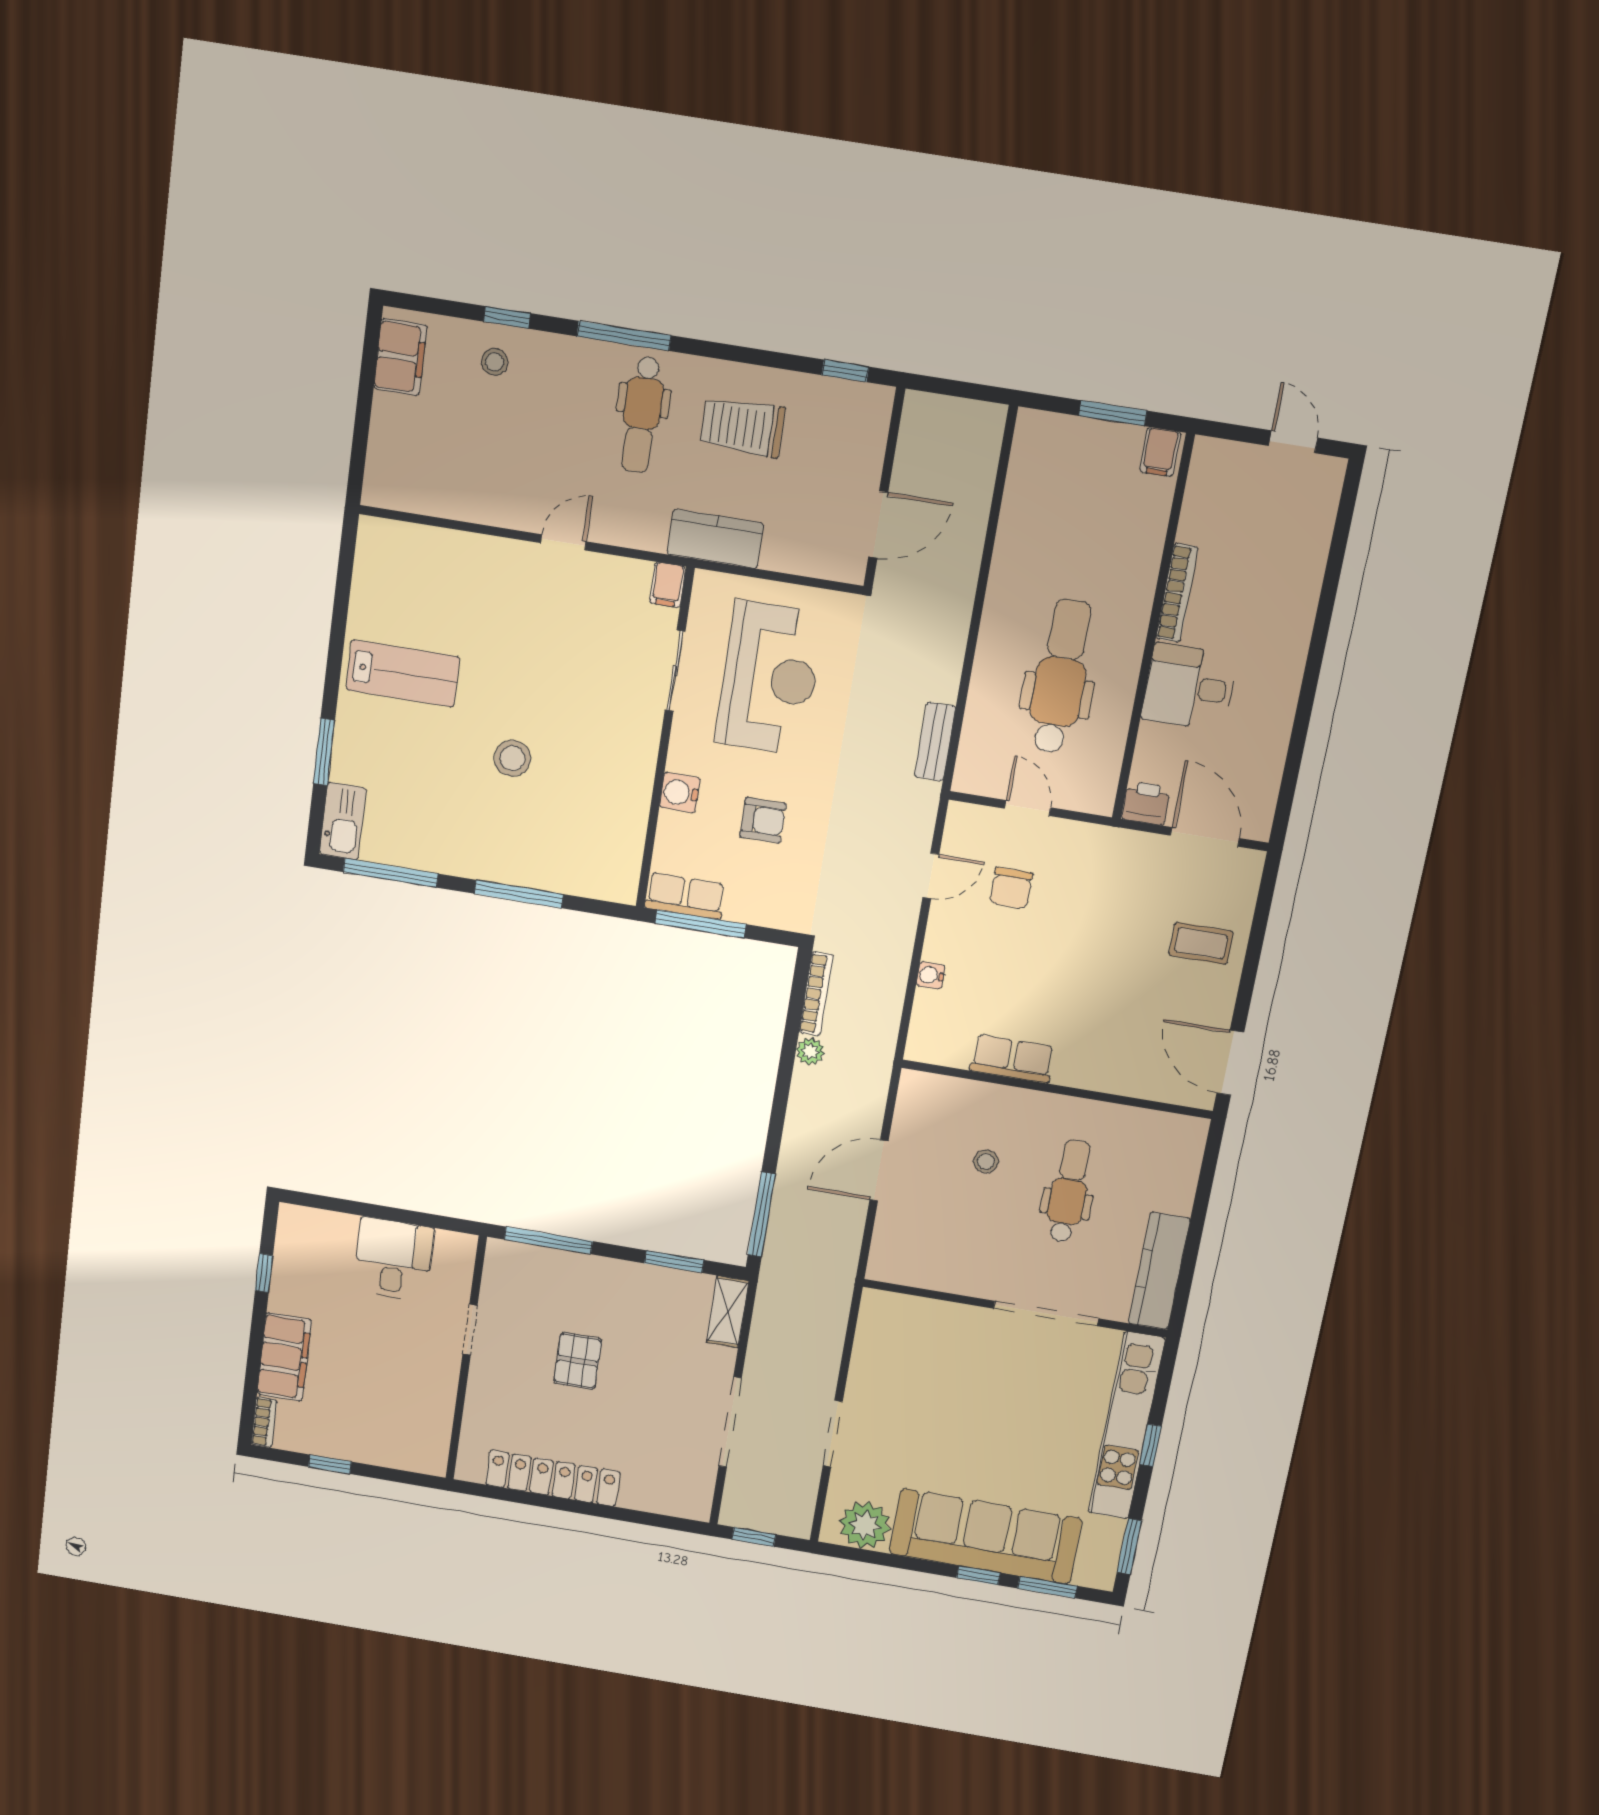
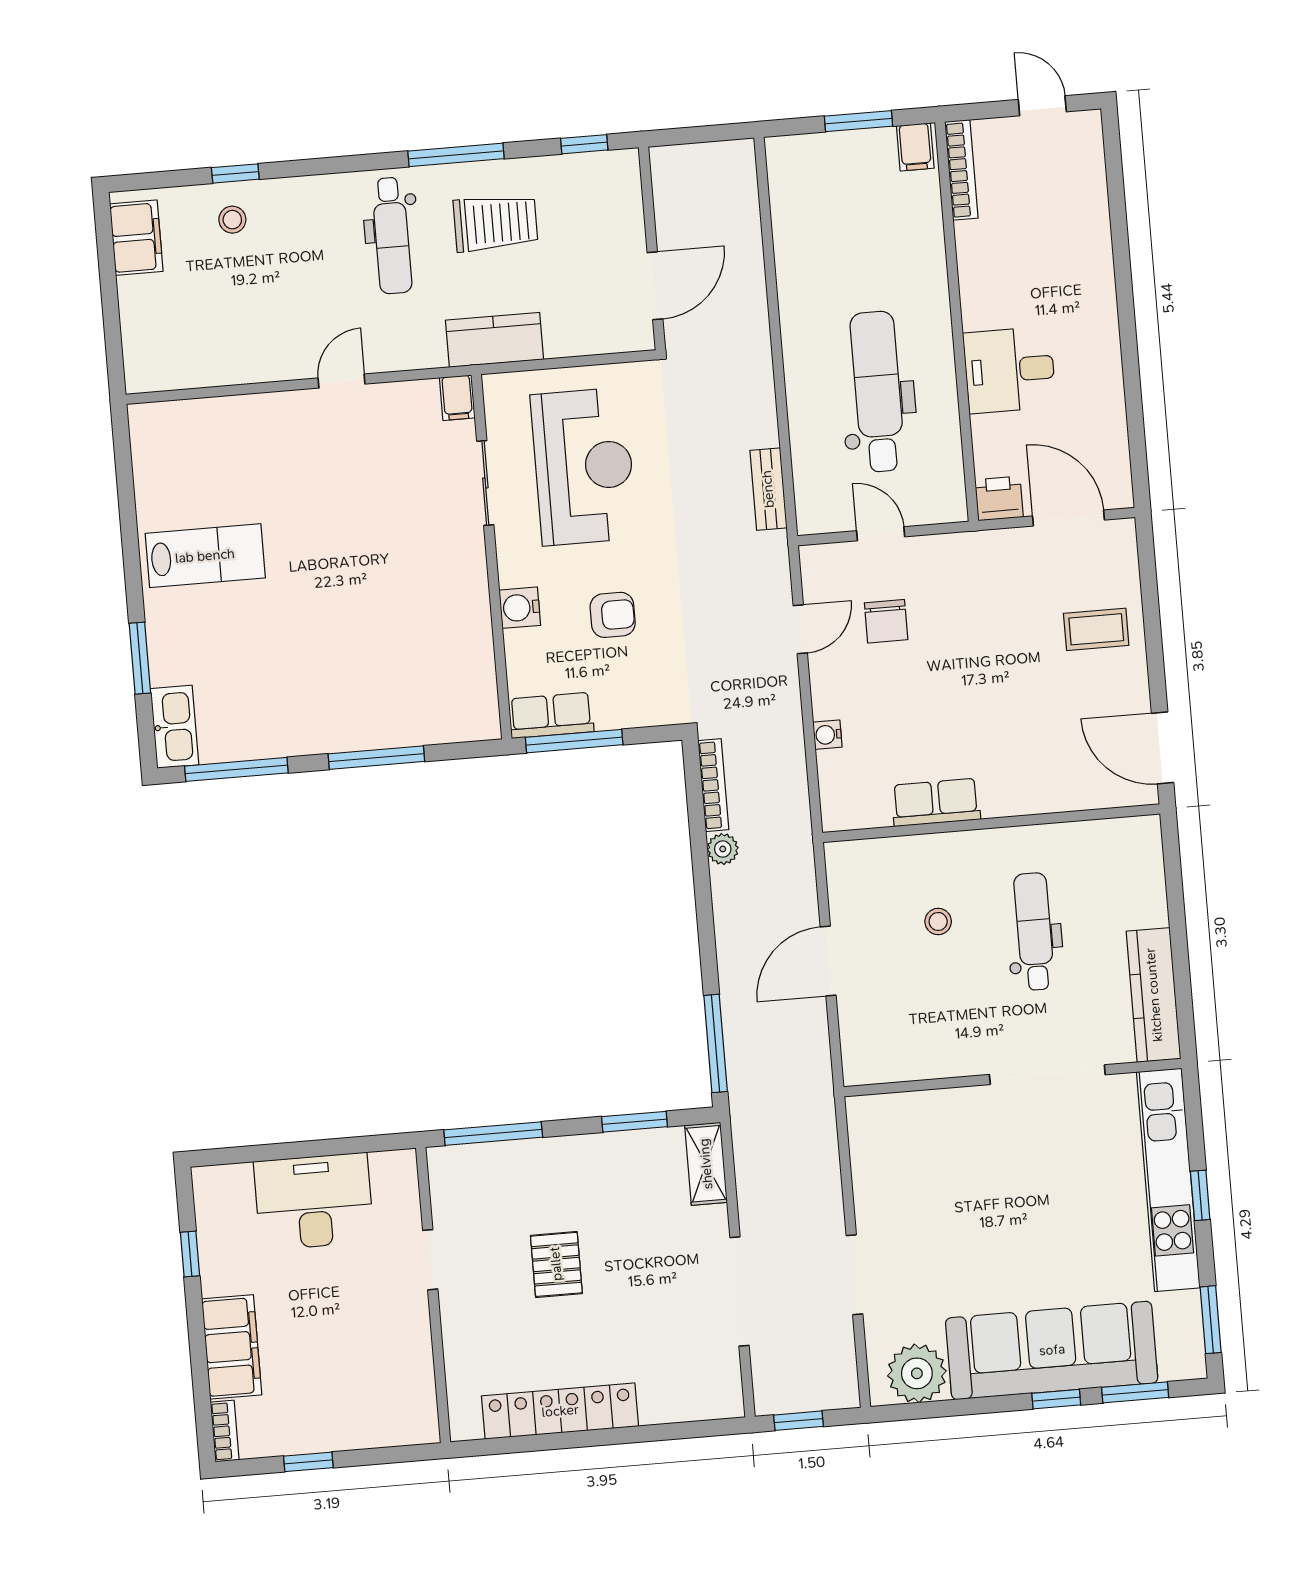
window: (624, 336) -> (456, 155), moved
trolley: (742, 427) -> (495, 223), turned 180
bookcase: (1177, 593) -> (961, 170), moved
stool: (512, 758) -> (338, 616), removed
desk: (394, 1259) -> (314, 1201), width x1.37

